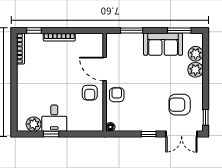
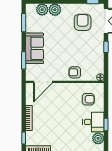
sofa: (163, 44) -> (35, 48), moved
door: (105, 69) -> (43, 82), moved
armchair: (90, 93) -> (88, 99), moved
armchair: (180, 105) -> (83, 22), turned 180

